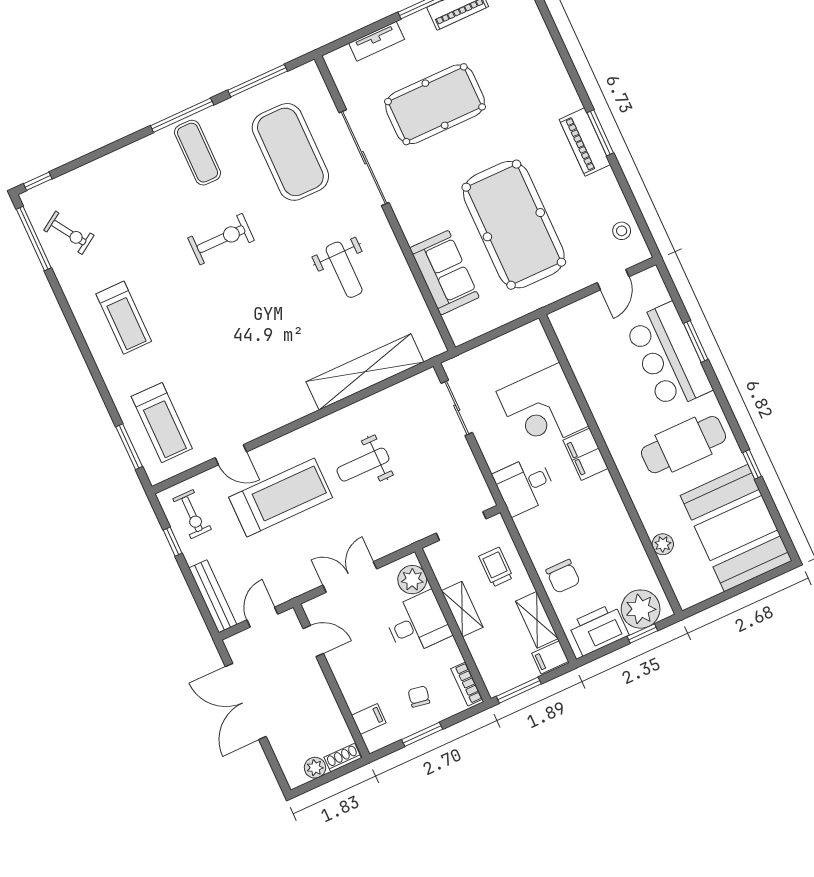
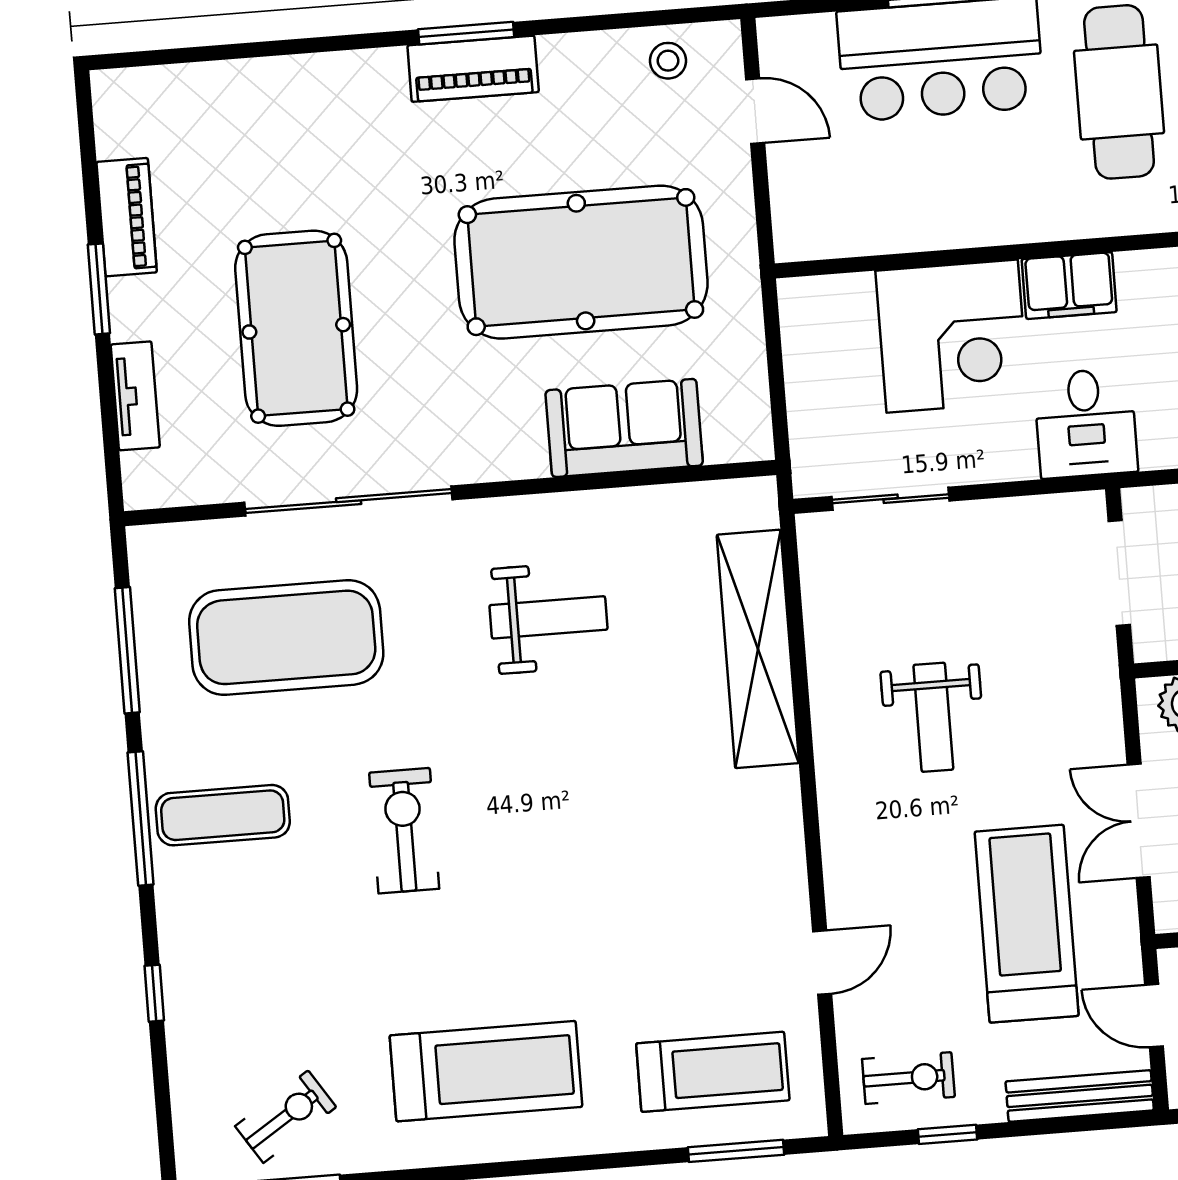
window: (38, 181) -> (154, 993), moved
treadmill: (124, 318) -> (486, 1071), width x1.37, depth x1.38
treadmill: (281, 497) -> (1027, 924), moved

